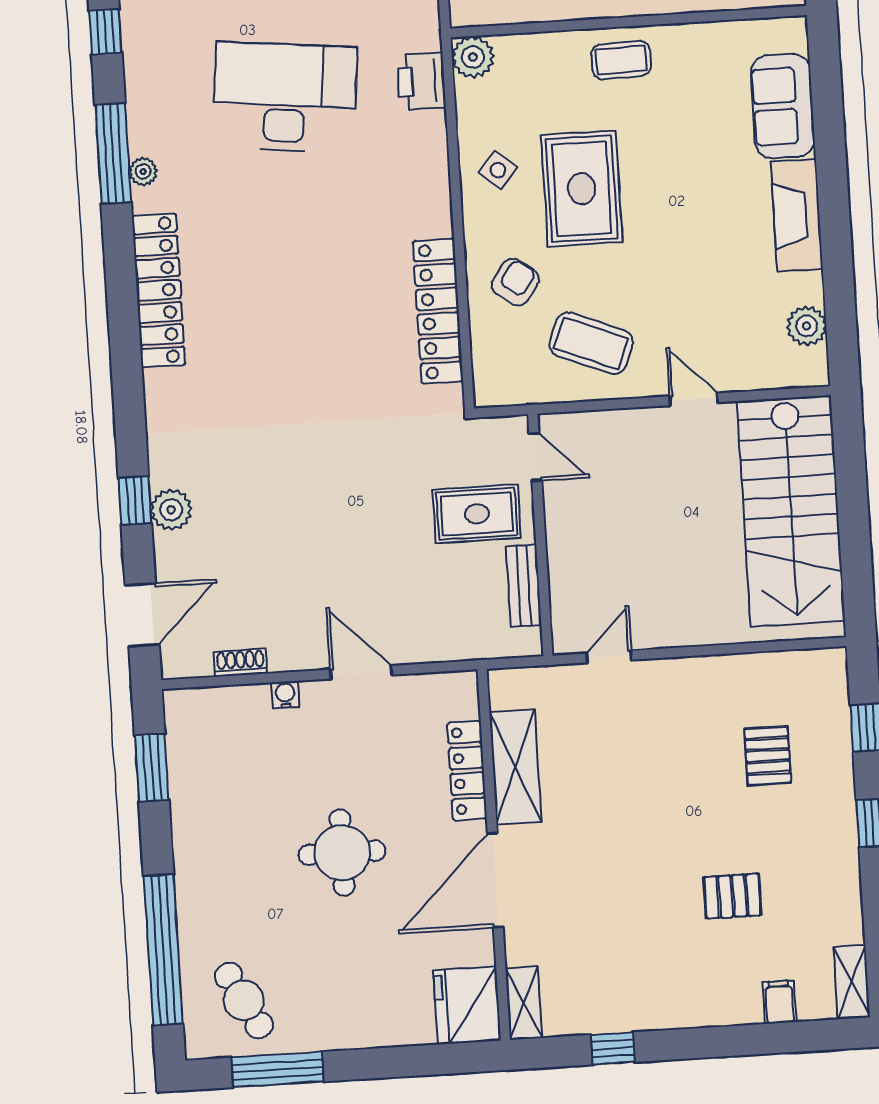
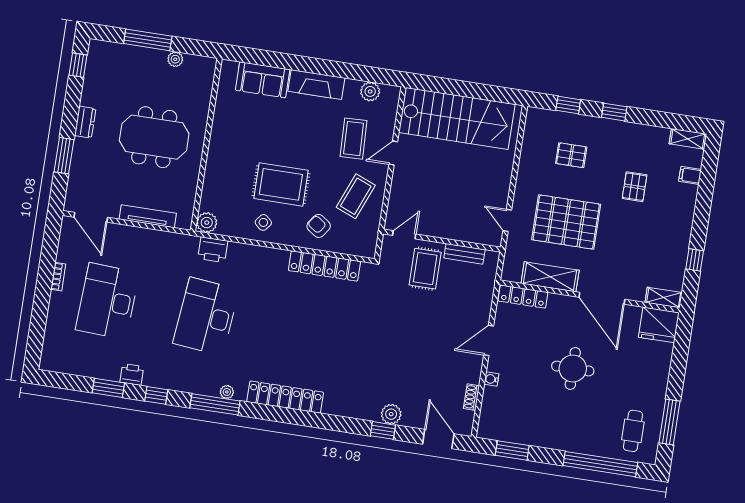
coffee table: (621, 60) -> (354, 139), moved, width x1.36, depth x1.30
locker: (467, 771) -> (523, 297), moved
pallet: (632, 775) -> (566, 222), added
cafe table: (244, 1000) -> (633, 431), turned -62

